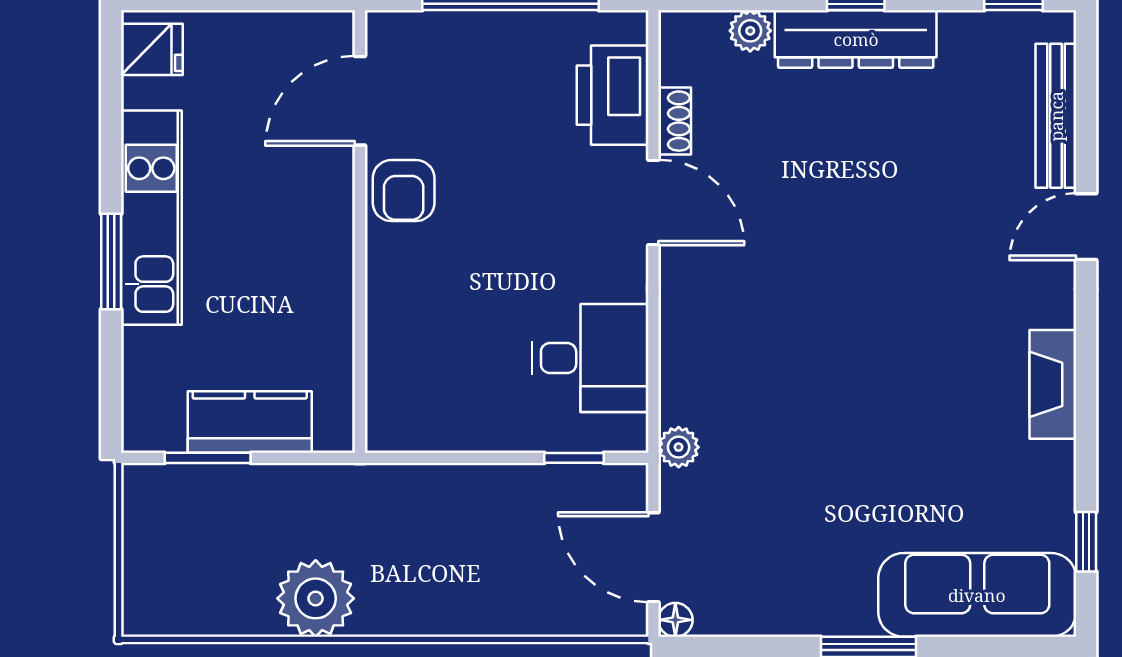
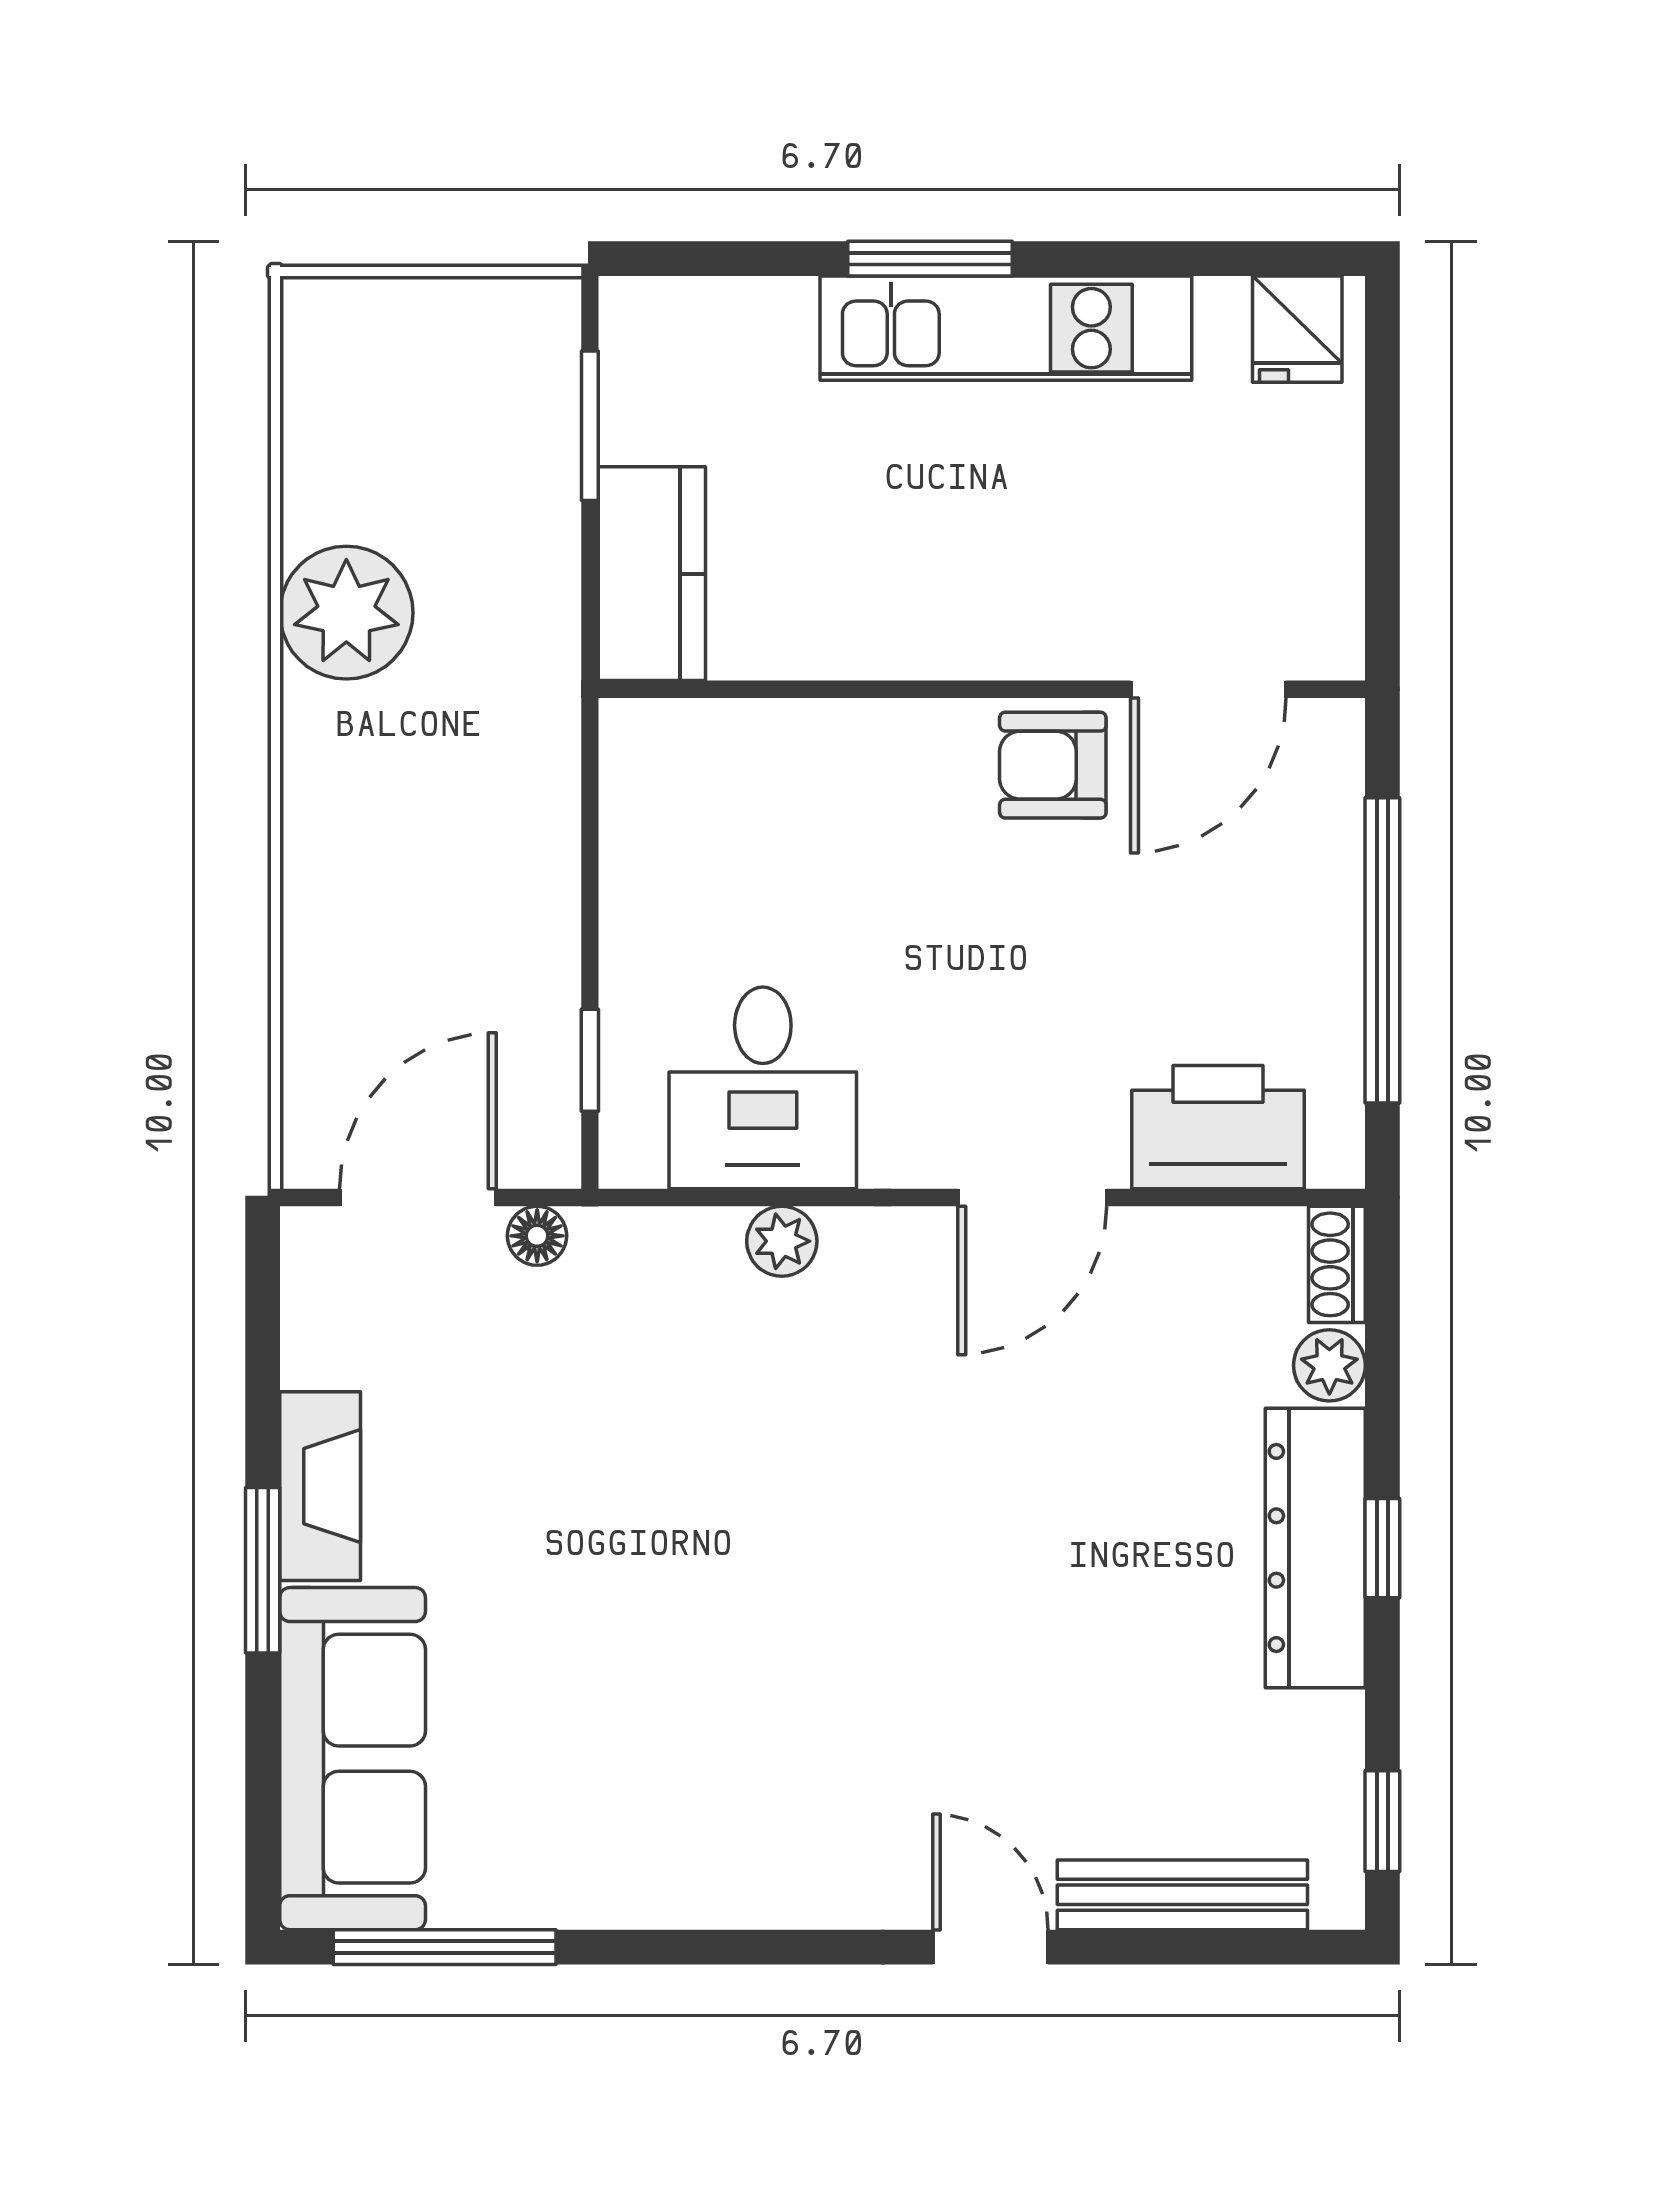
door: (360, 101) -> (1208, 689), swing flipped
shoe rack: (675, 121) -> (1337, 1264), moved, turned 90
fireplace: (1053, 384) -> (320, 1486), moved, turned 90
kitchen counter: (250, 422) -> (652, 574), moved
plant: (679, 447) -> (782, 1241), moved
window: (1086, 542) -> (445, 1947), width x2.17
floor lamp: (675, 620) -> (537, 1236), moved

